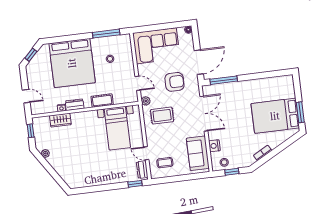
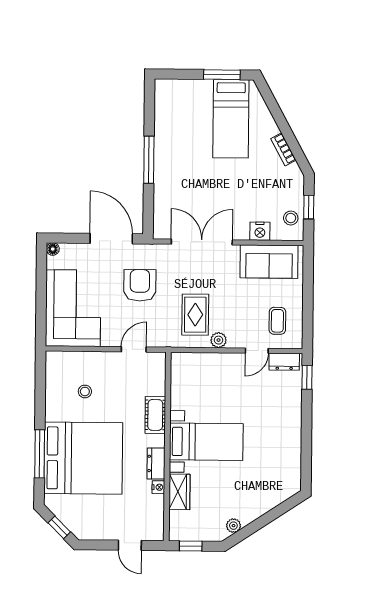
window: (106, 34) -> (40, 454), moved
window: (224, 80) -> (149, 160), moved
door: (26, 96) -> (130, 545), swing flipped
plant: (146, 101) -> (219, 340), moved
bed: (275, 116) -> (231, 119), width x0.67
bed with nightstands: (117, 128) -> (206, 442), moved

